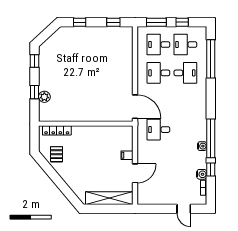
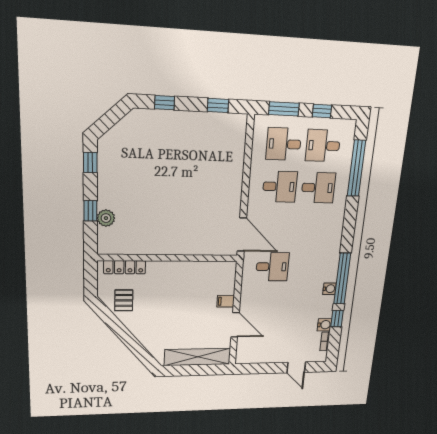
desk: (158, 73) -> (280, 187), turned 180
desk: (158, 130) -> (272, 267), turned 180
door: (135, 173) -> (235, 325), hinge flipped

